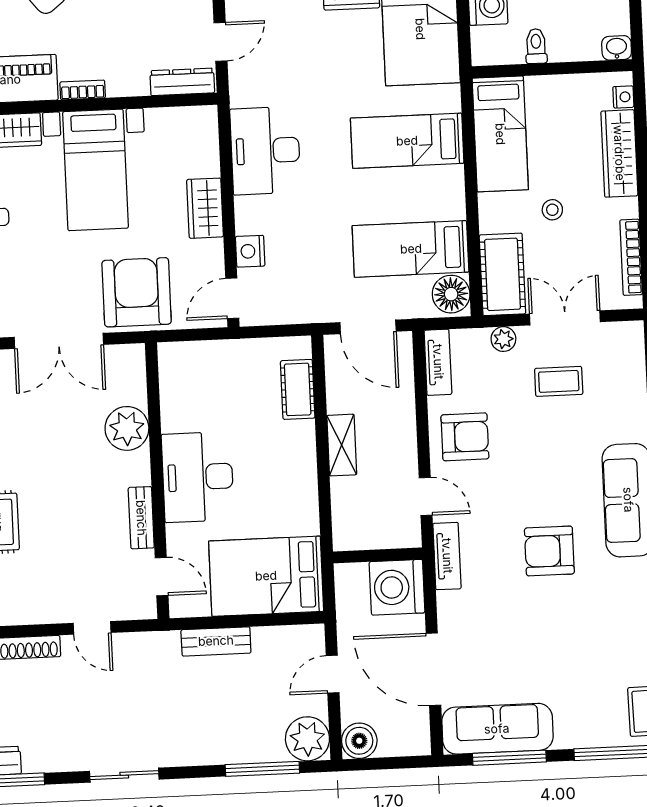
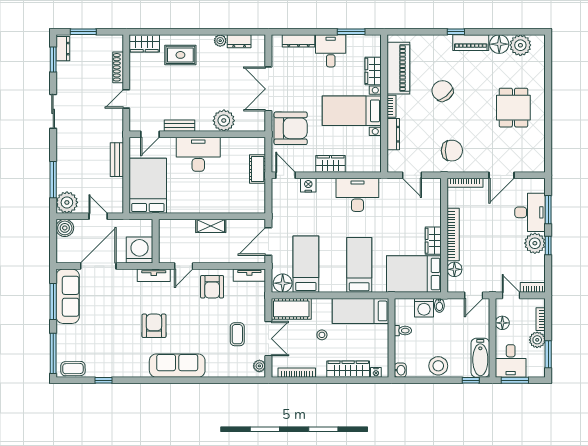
dresser: (182, 82) -> (393, 134), moved
plant: (503, 339) -> (259, 366), moved
cot: (298, 389) -> (258, 169), moved, turned 90

